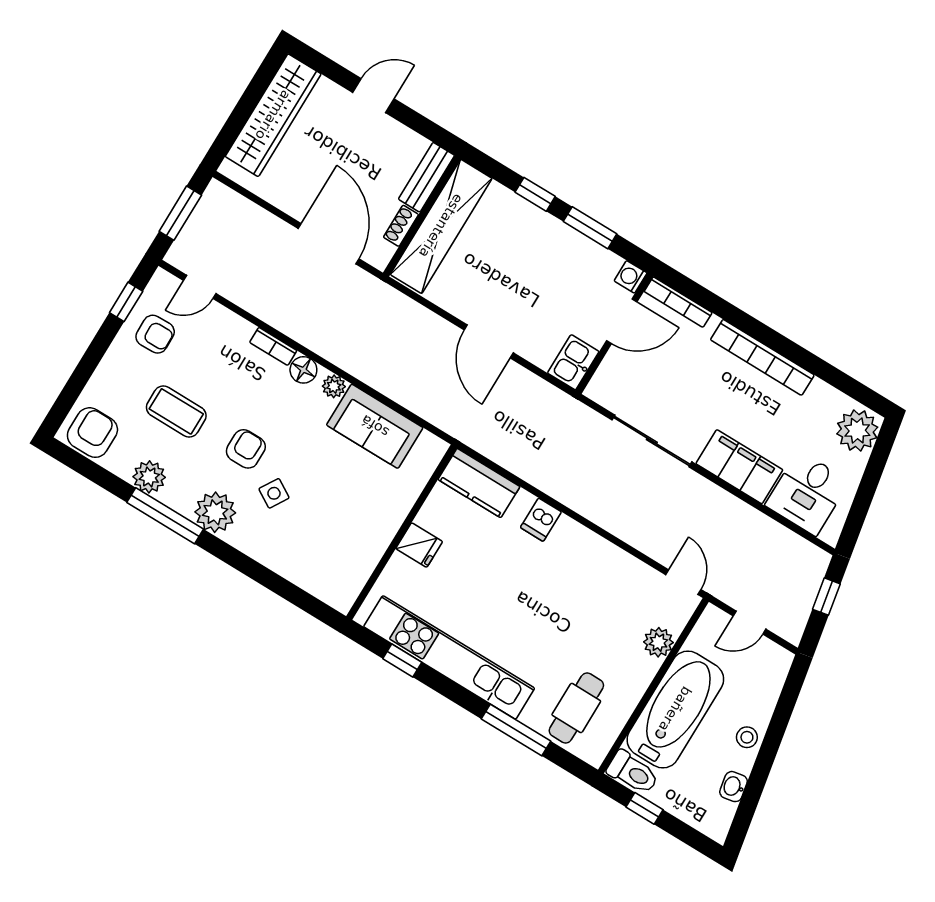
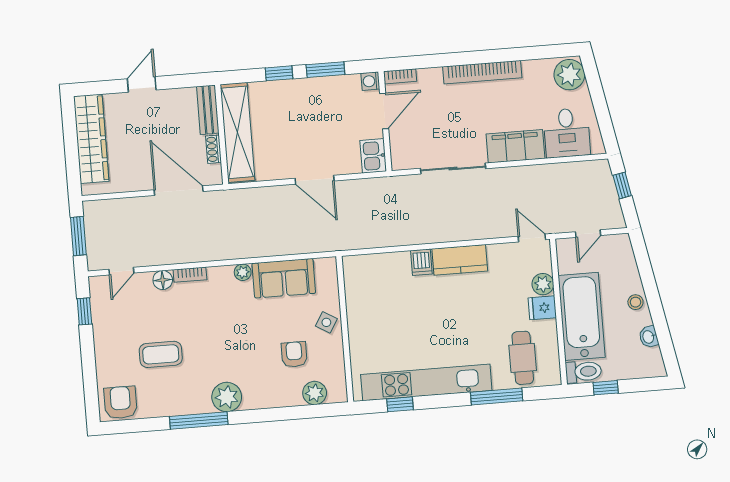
bookcase: (678, 302) -> (400, 76), width x0.64
armchair: (155, 334) -> (115, 318), removed
floor lamp: (303, 370) -> (163, 280), moved
armchair: (246, 449) -> (294, 354), moved
plant: (149, 477) -> (315, 393), moved
kitchen counter: (479, 483) -> (460, 260), moved
side table: (274, 493) -> (326, 322), moved
fridge: (419, 545) -> (542, 308), moved, turned 180

